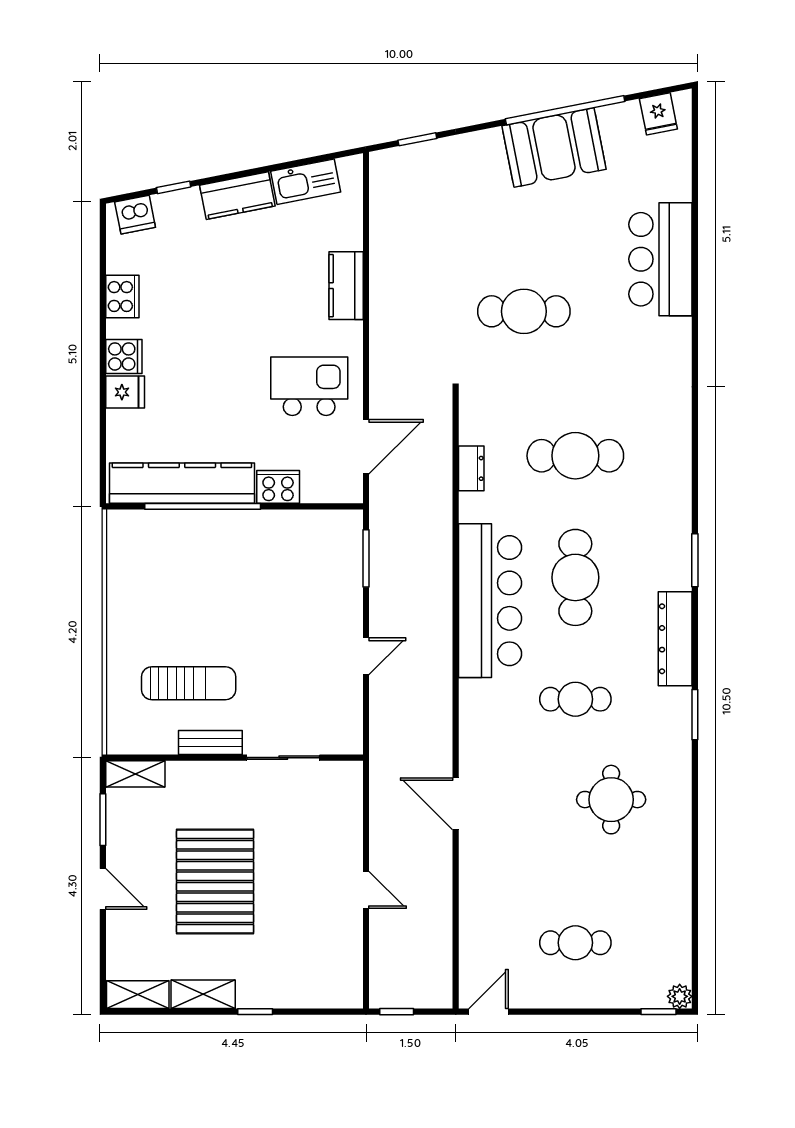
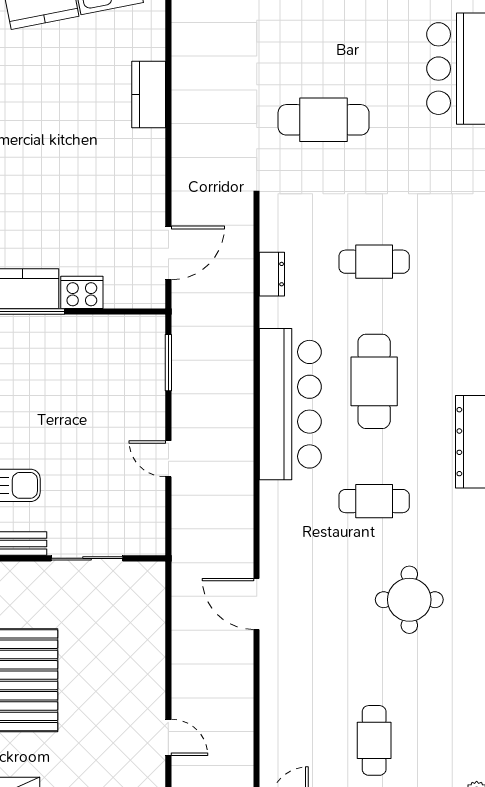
kitchen island: (309, 386) -> (112, 193), removed
cafe table: (575, 456) -> (374, 262), width x0.73, depth x0.74
door: (366, 656) -> (168, 459), swing flipped
door: (366, 890) -> (168, 737), moved
cafe table: (575, 943) -> (374, 740), turned 90

